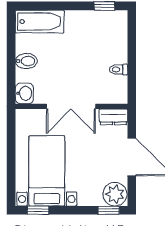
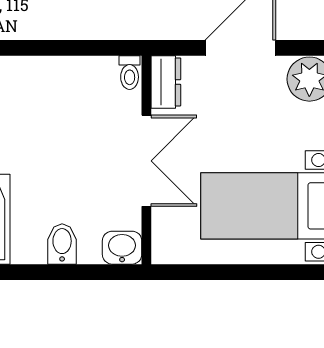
toilet: (118, 69) -> (130, 73), moved

